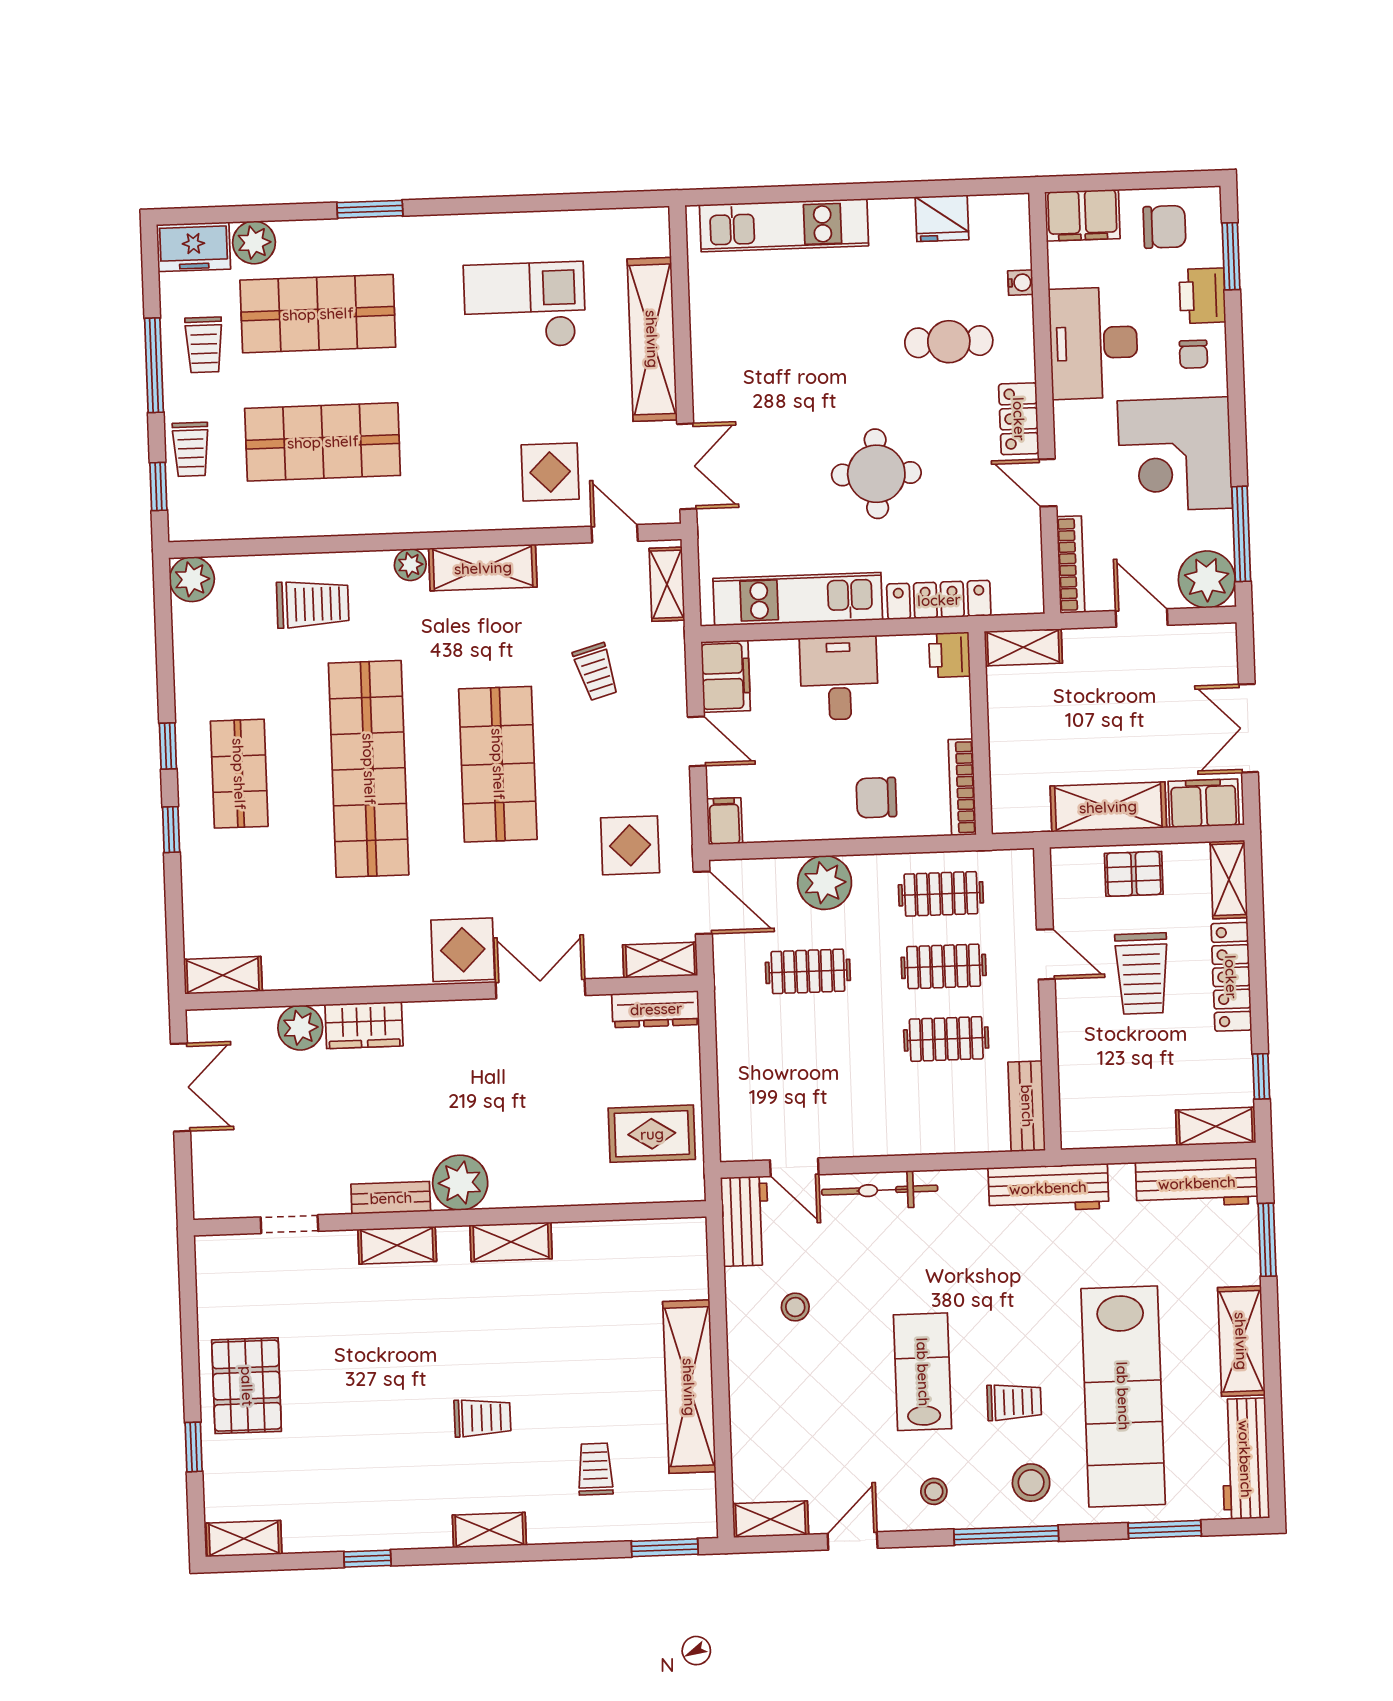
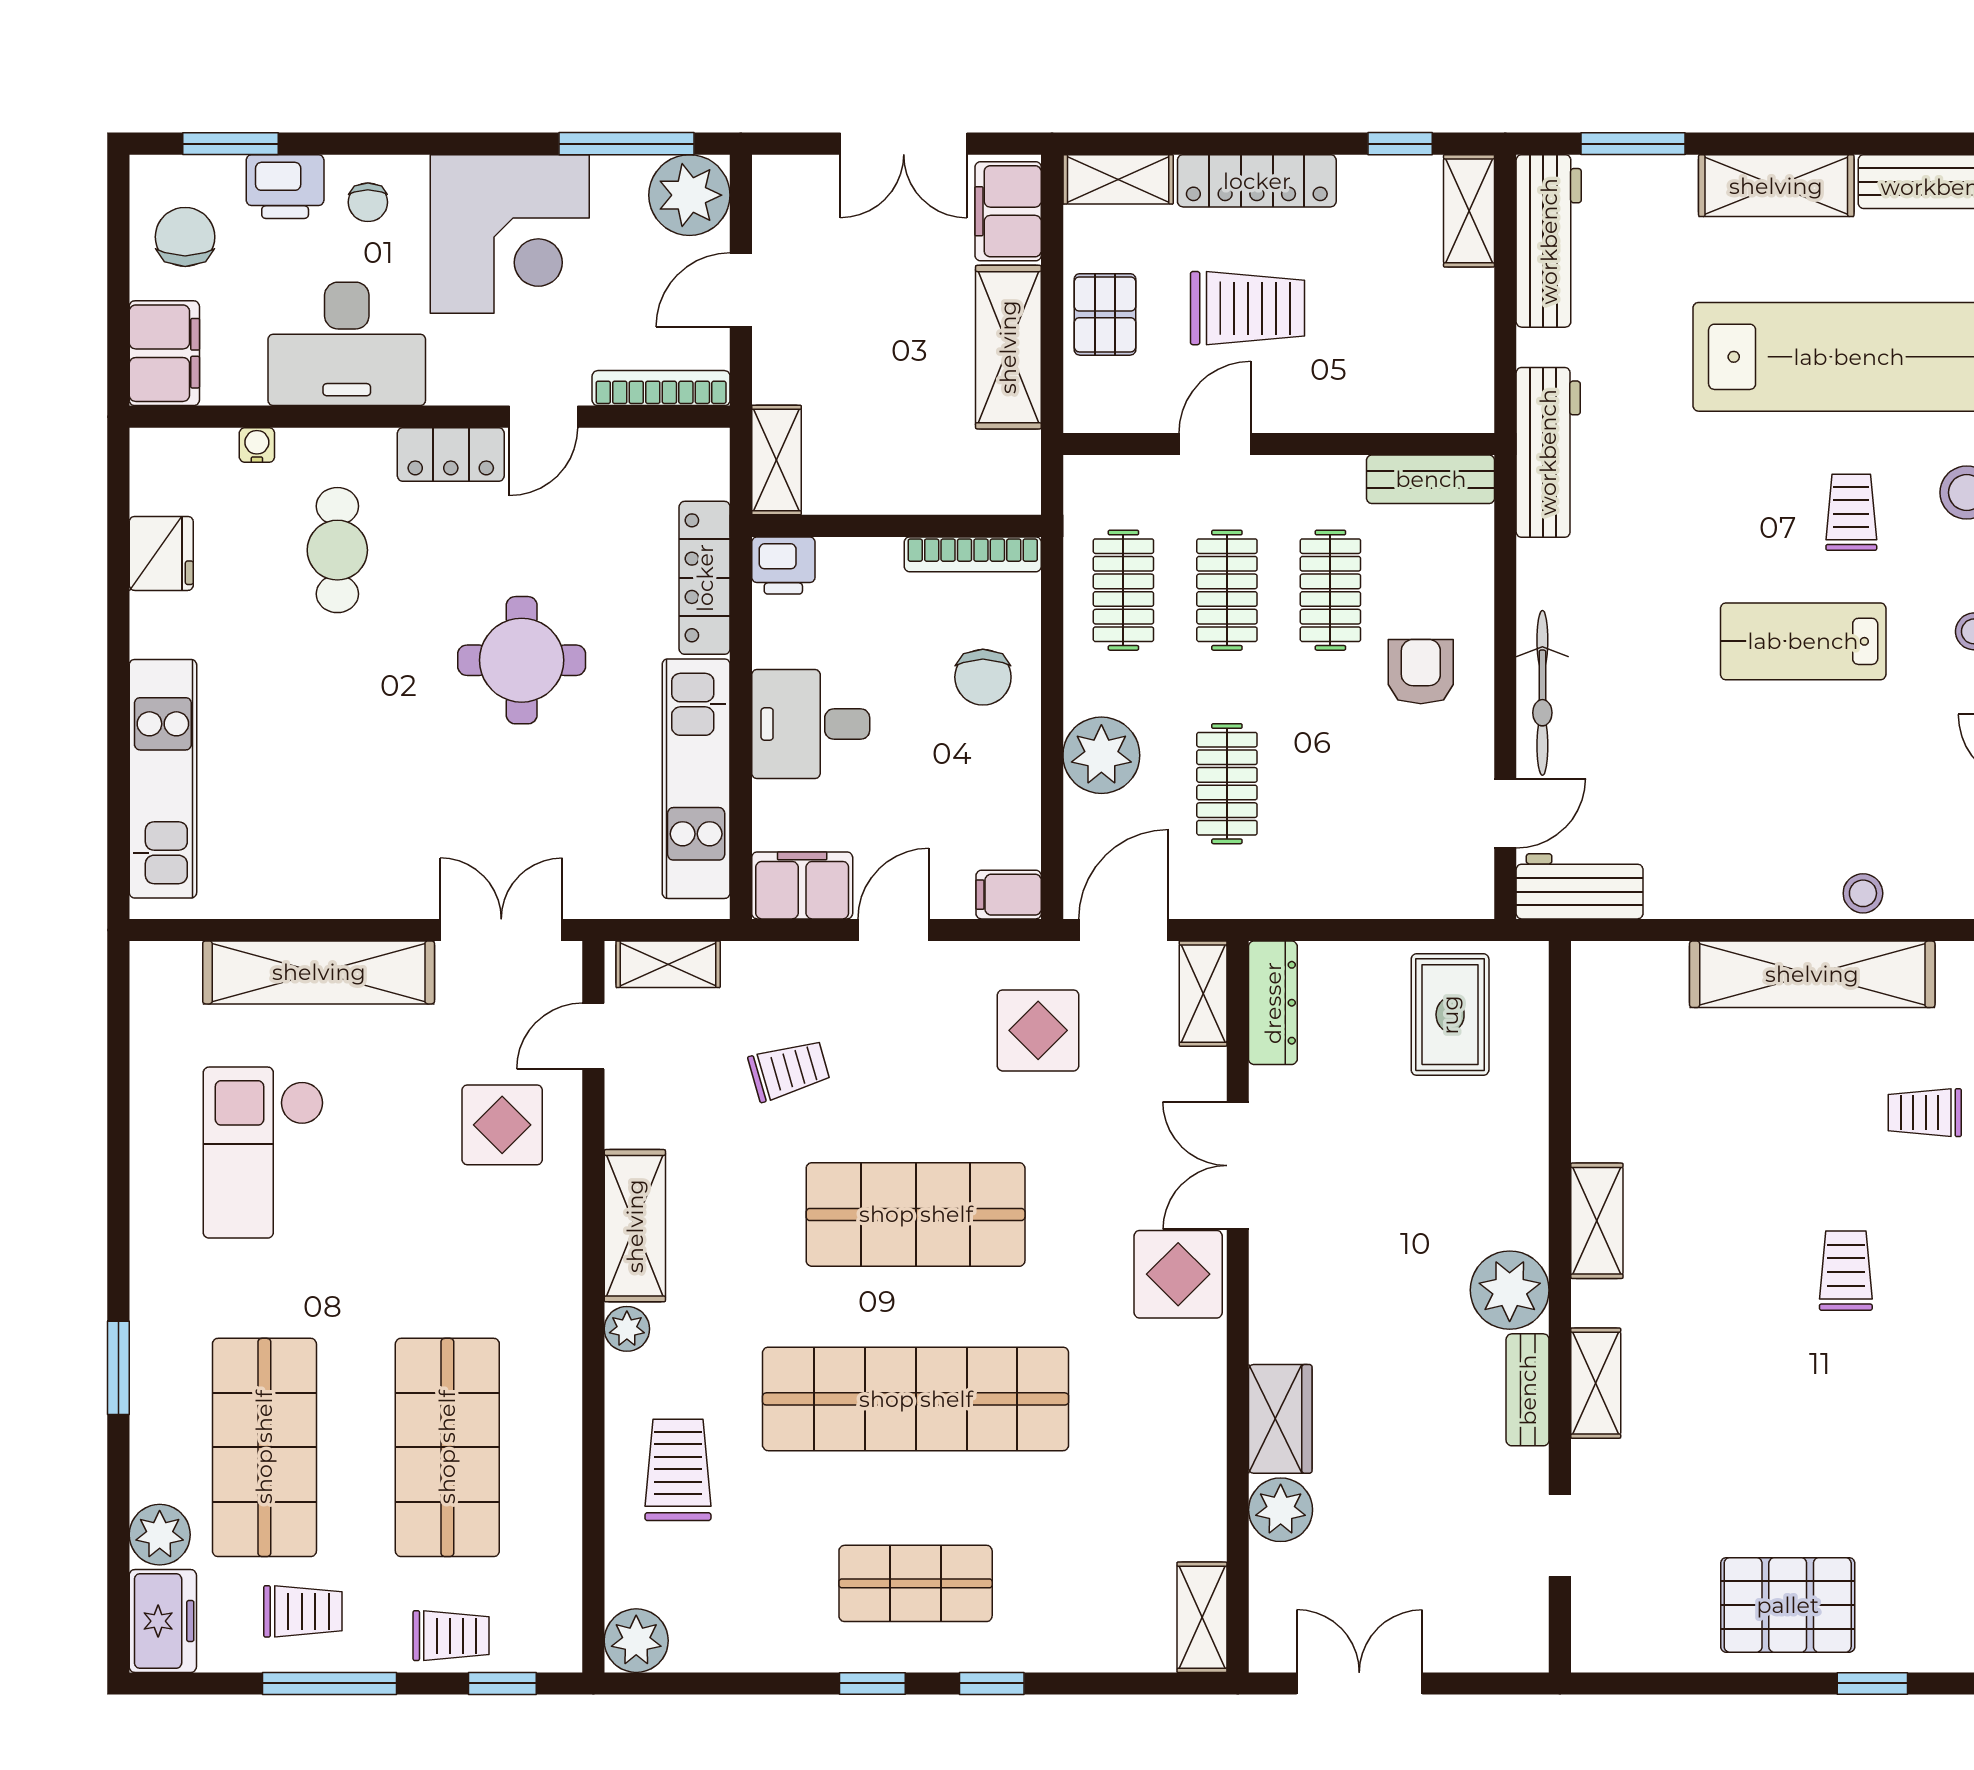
chair: (1193, 354) -> (368, 202), turned 90
armchair: (891, 1104) -> (1421, 672), added
stool: (795, 1307) -> (1863, 893), moved

